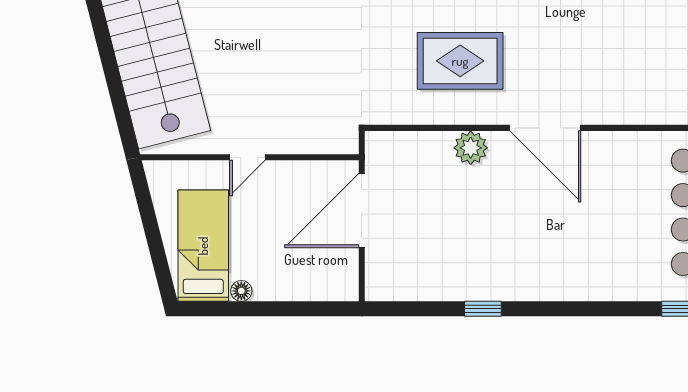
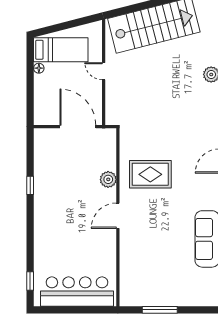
rug: (460, 61) -> (150, 174), turned 90
door: (545, 128) -> (118, 216), width x0.73

